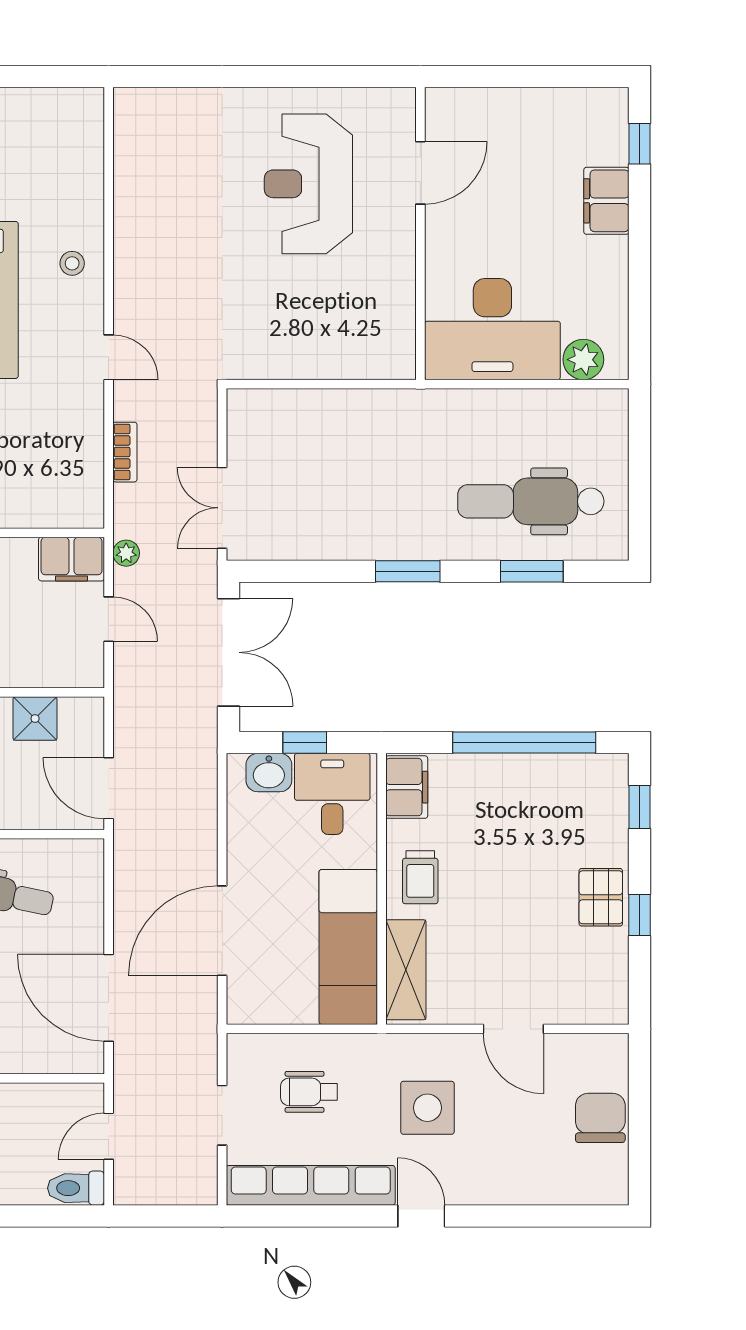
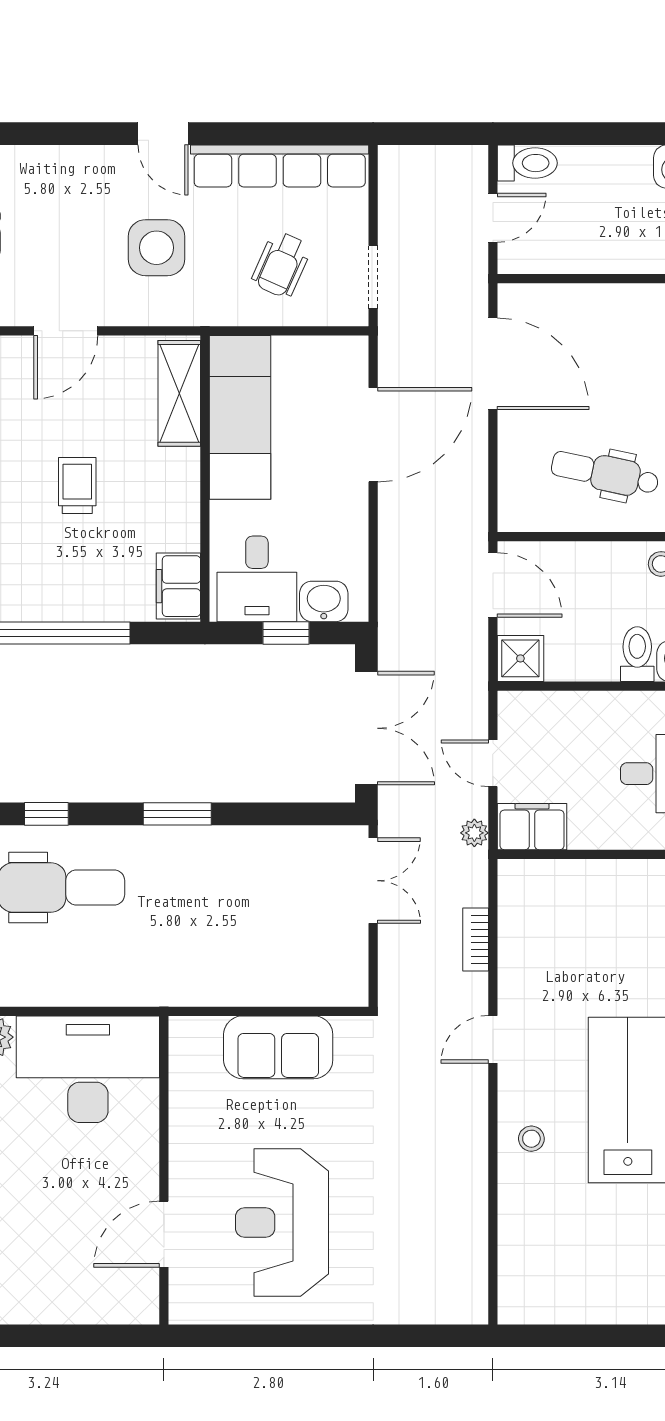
reception desk: (308, 184) -> (282, 1223), turned 180
sofa: (312, 350) -> (278, 1047), added
door: (109, 357) -> (493, 1039), hinge flipped
window: (532, 571) -> (46, 814), width x0.67
double door: (228, 652) -> (366, 728), swing flipped
shower: (35, 719) -> (520, 658), moved
trolley: (420, 877) -> (77, 486), moved
door: (513, 1029) -> (66, 331), swing flipped
wheelchair: (309, 1092) -> (281, 265), turned 114
doorway: (222, 1115) -> (373, 277), moved

